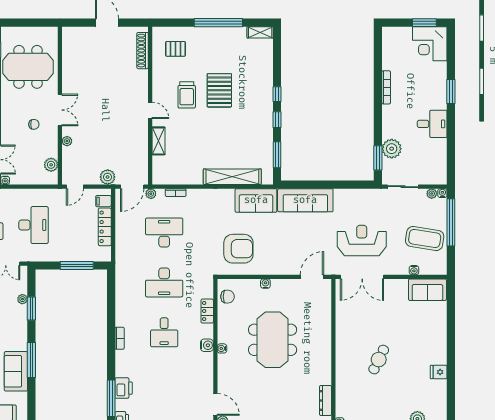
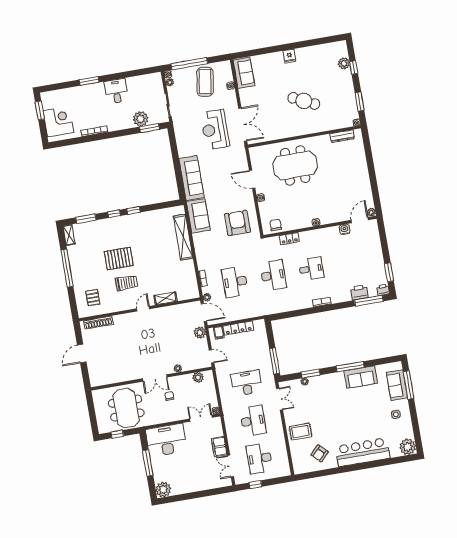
corner desk: (430, 44) -> (58, 122), moved, turned -90
double door: (60, 110) -> (155, 378), swing flipped
window: (277, 155) -> (86, 219), moved
window: (77, 266) -> (275, 361), moved
door: (312, 277) -> (252, 179), moved
meeting table: (273, 340) -> (295, 165), moved
water cooler: (207, 345) -> (345, 229), moved
cafe table: (379, 360) -> (304, 101), width x1.37, depth x1.35
fridge: (439, 372) -> (289, 56), moved

